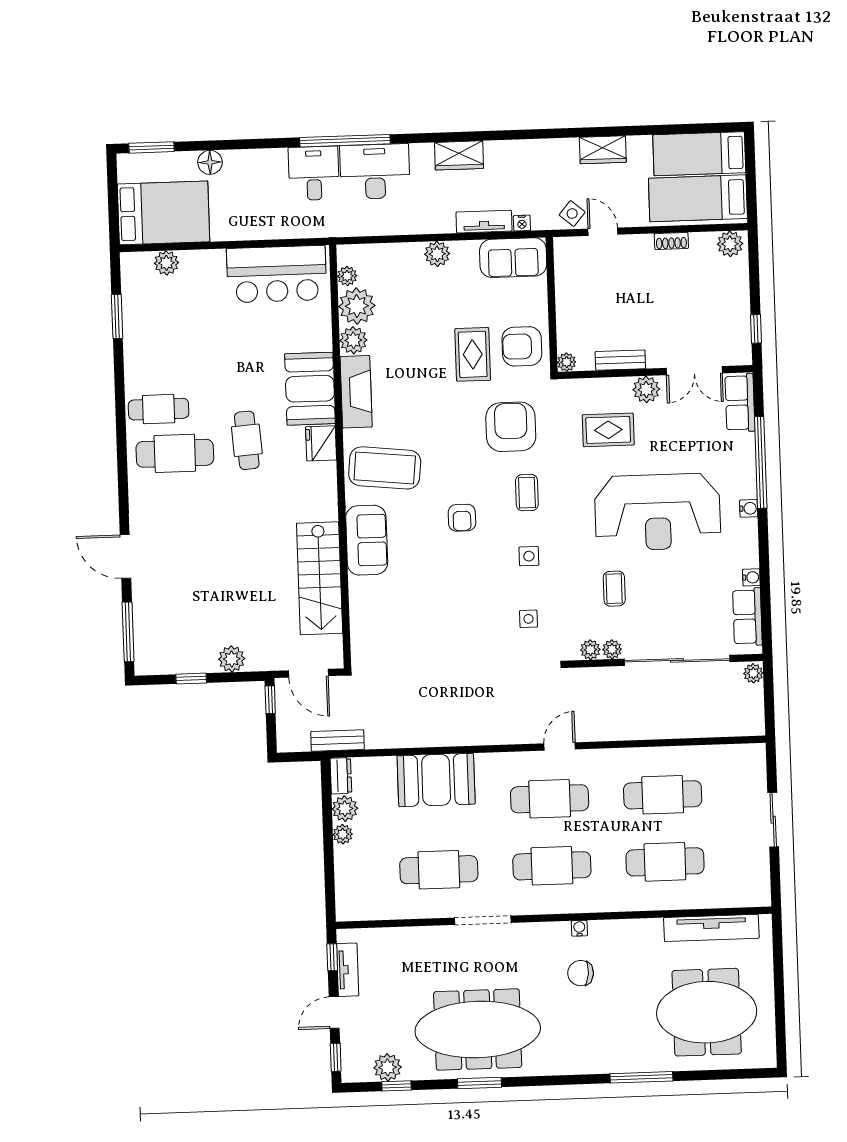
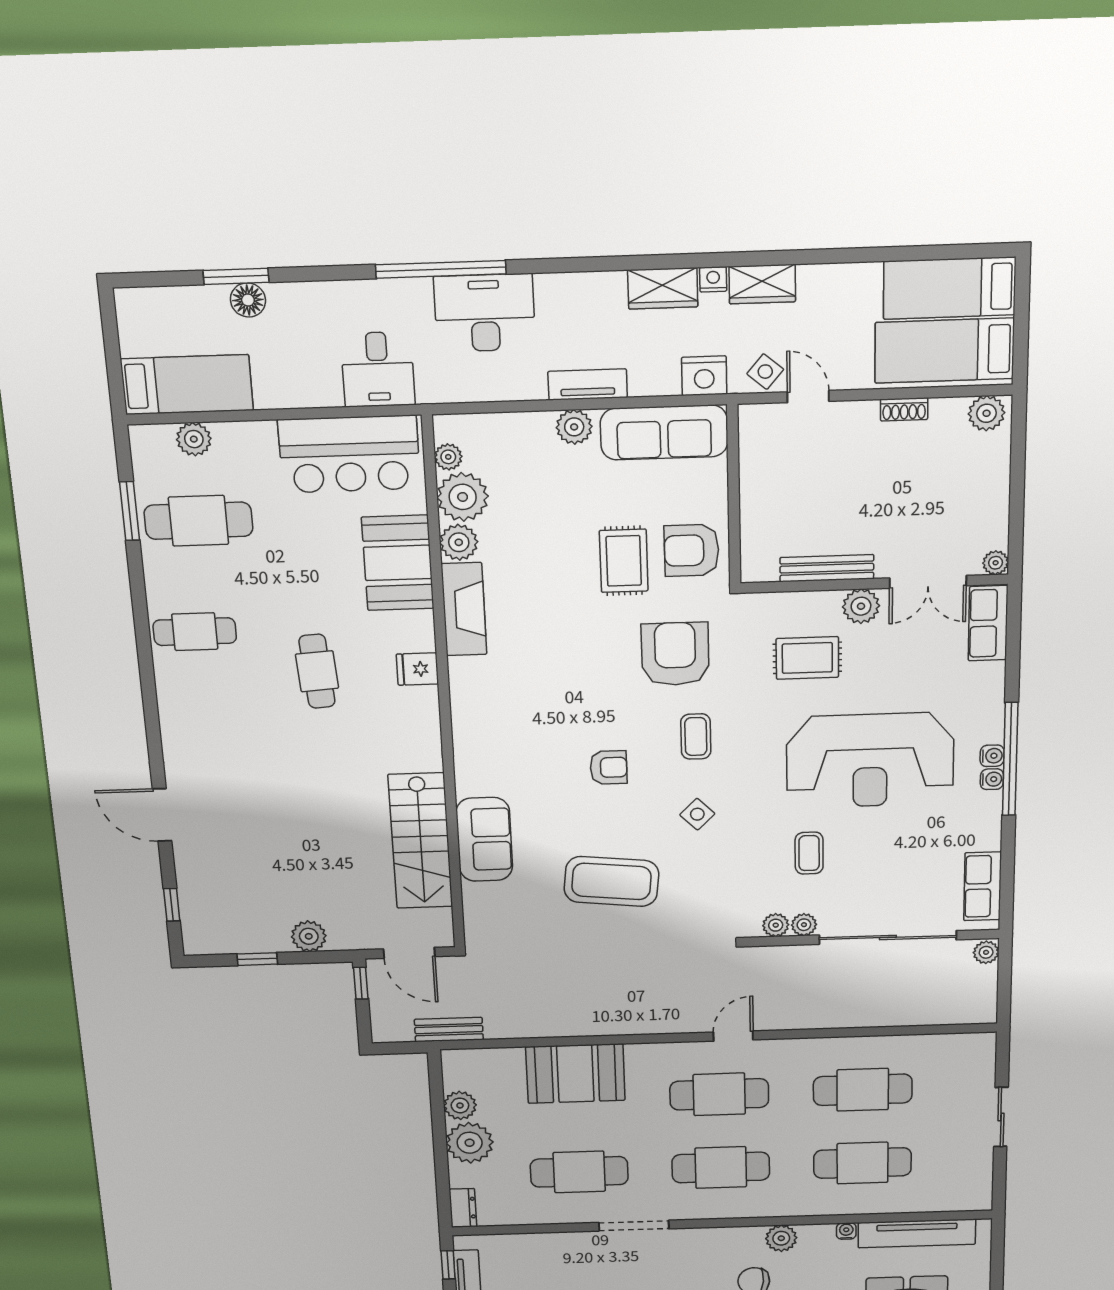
window: (152, 147) -> (236, 276), moved
nightstand: (534, 148) -> (713, 279), added
wardrobe: (603, 150) -> (762, 284), moved
wardrobe: (459, 155) -> (663, 288), moved
desk: (314, 173) -> (378, 369), moved, turned 180
bed: (163, 213) -> (187, 385), width x0.67
tv unit: (484, 222) -> (588, 385), moved
nightstand: (522, 223) -> (704, 376), width x1.89, depth x1.79
sofa: (513, 258) -> (664, 432), width x1.36
window: (756, 329) -> (1016, 527), removed
bench: (620, 360) -> (827, 568), width x1.36
plant: (567, 362) -> (996, 563), moved
booth: (310, 389) -> (398, 563), moved
fridge: (321, 443) -> (417, 669), width x0.72
cafe table: (175, 453) -> (198, 521), moved
window: (761, 462) -> (1010, 759), moved
coffee table: (385, 468) -> (611, 881), moved
armchair: (462, 518) -> (609, 767), turned -90
sofa: (367, 540) -> (484, 839), moved
side table: (529, 556) -> (697, 814), turned 45
water cooler: (751, 577) -> (992, 779), moved
side table: (528, 619) -> (696, 889), removed
window: (128, 632) -> (172, 905), width x0.46
dresser: (341, 776) -> (463, 1208), moved
plant: (343, 834) -> (470, 1143), width x1.88, depth x1.88
water cooler: (579, 928) -> (846, 1231), moved
plant: (602, 932) -> (781, 1238), added

